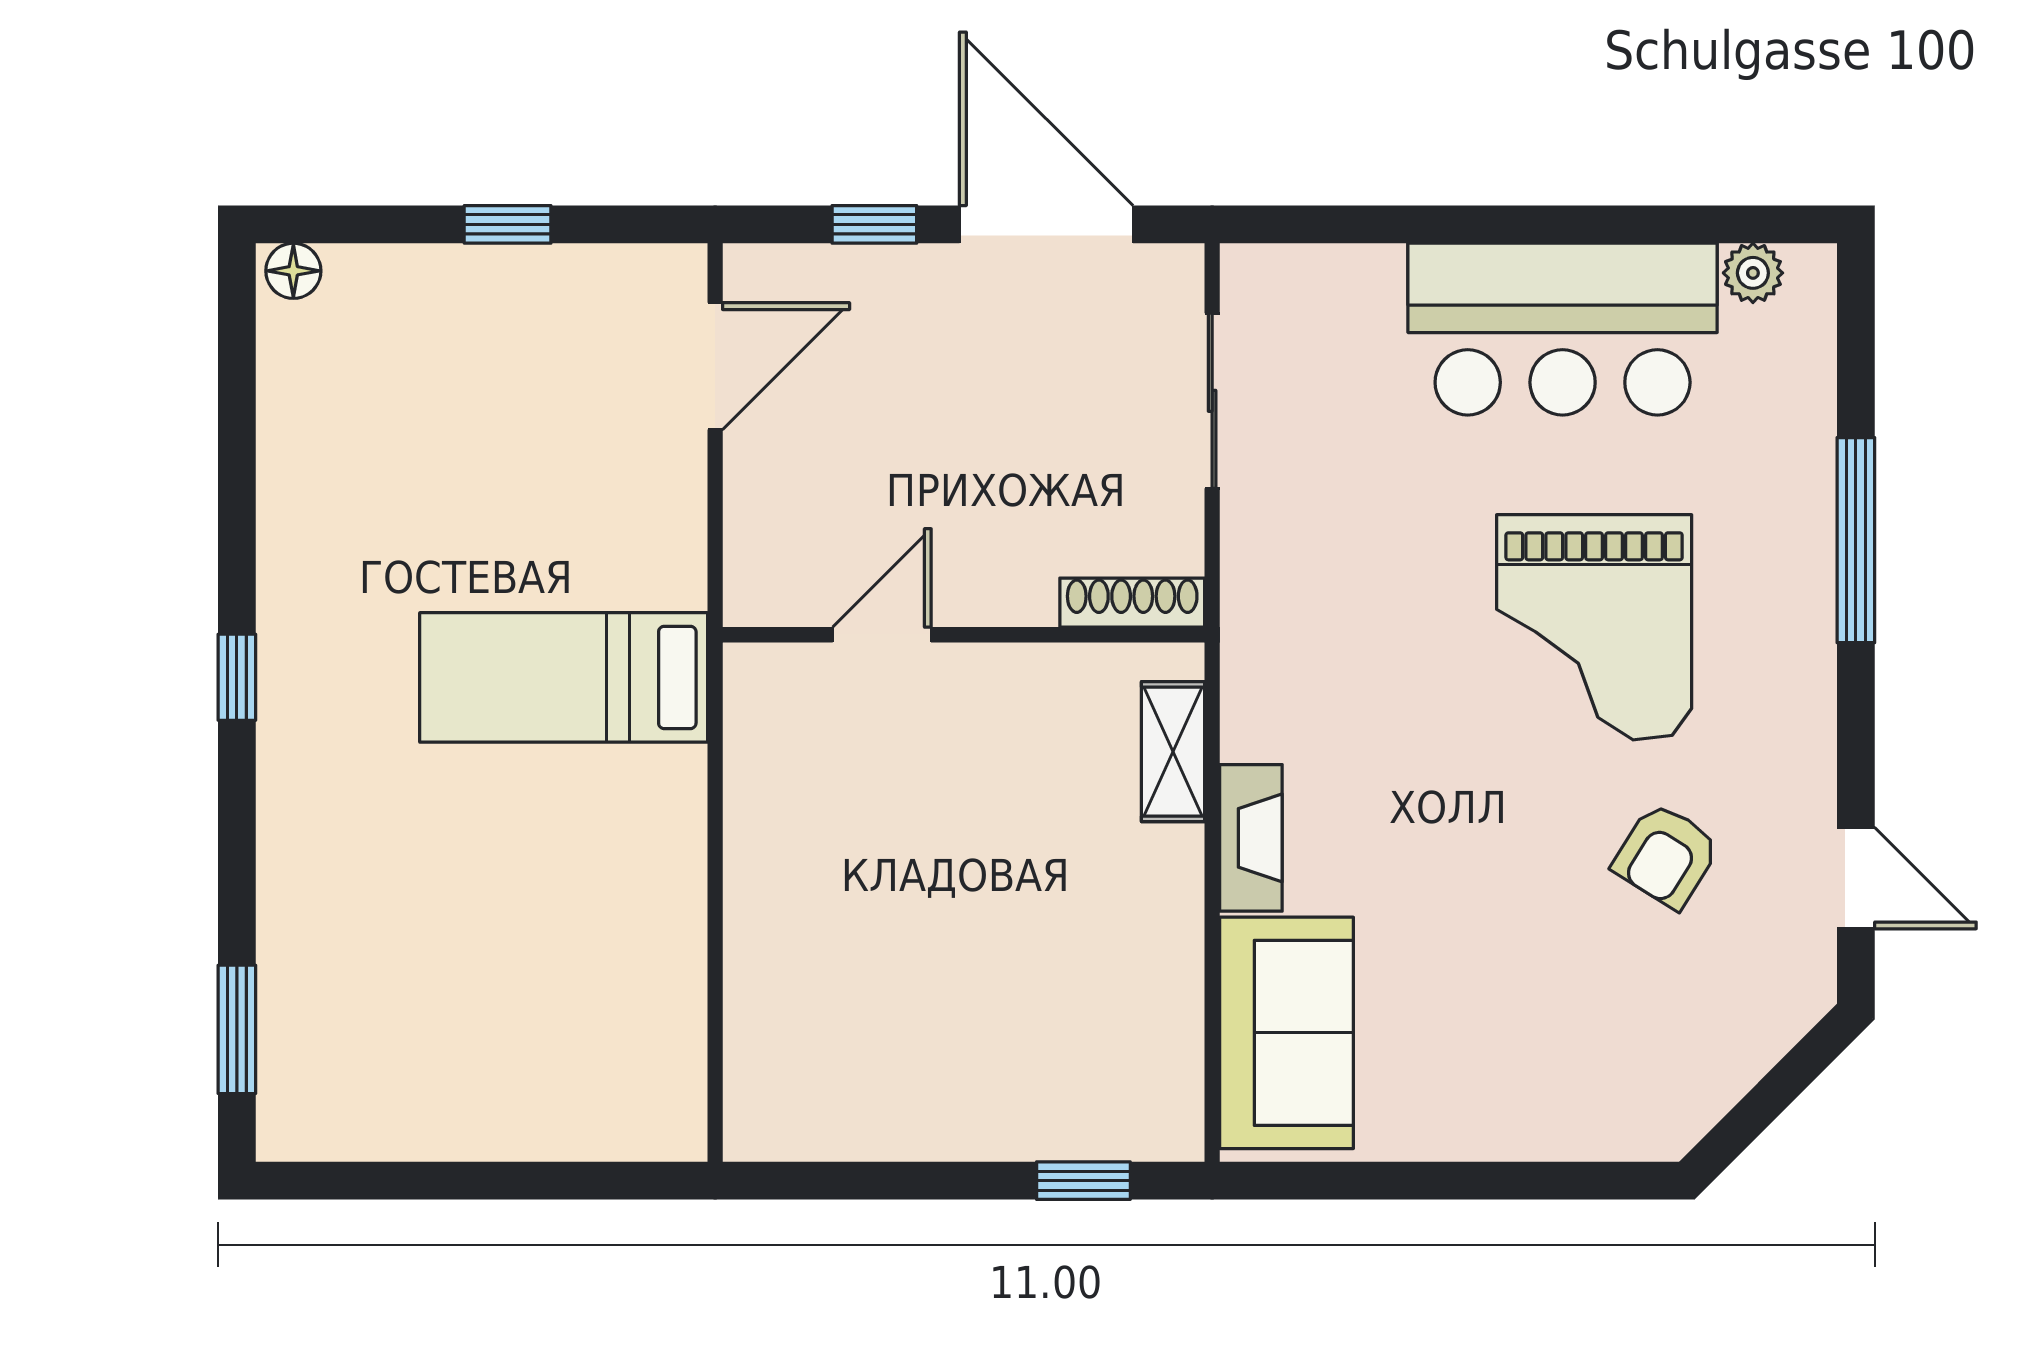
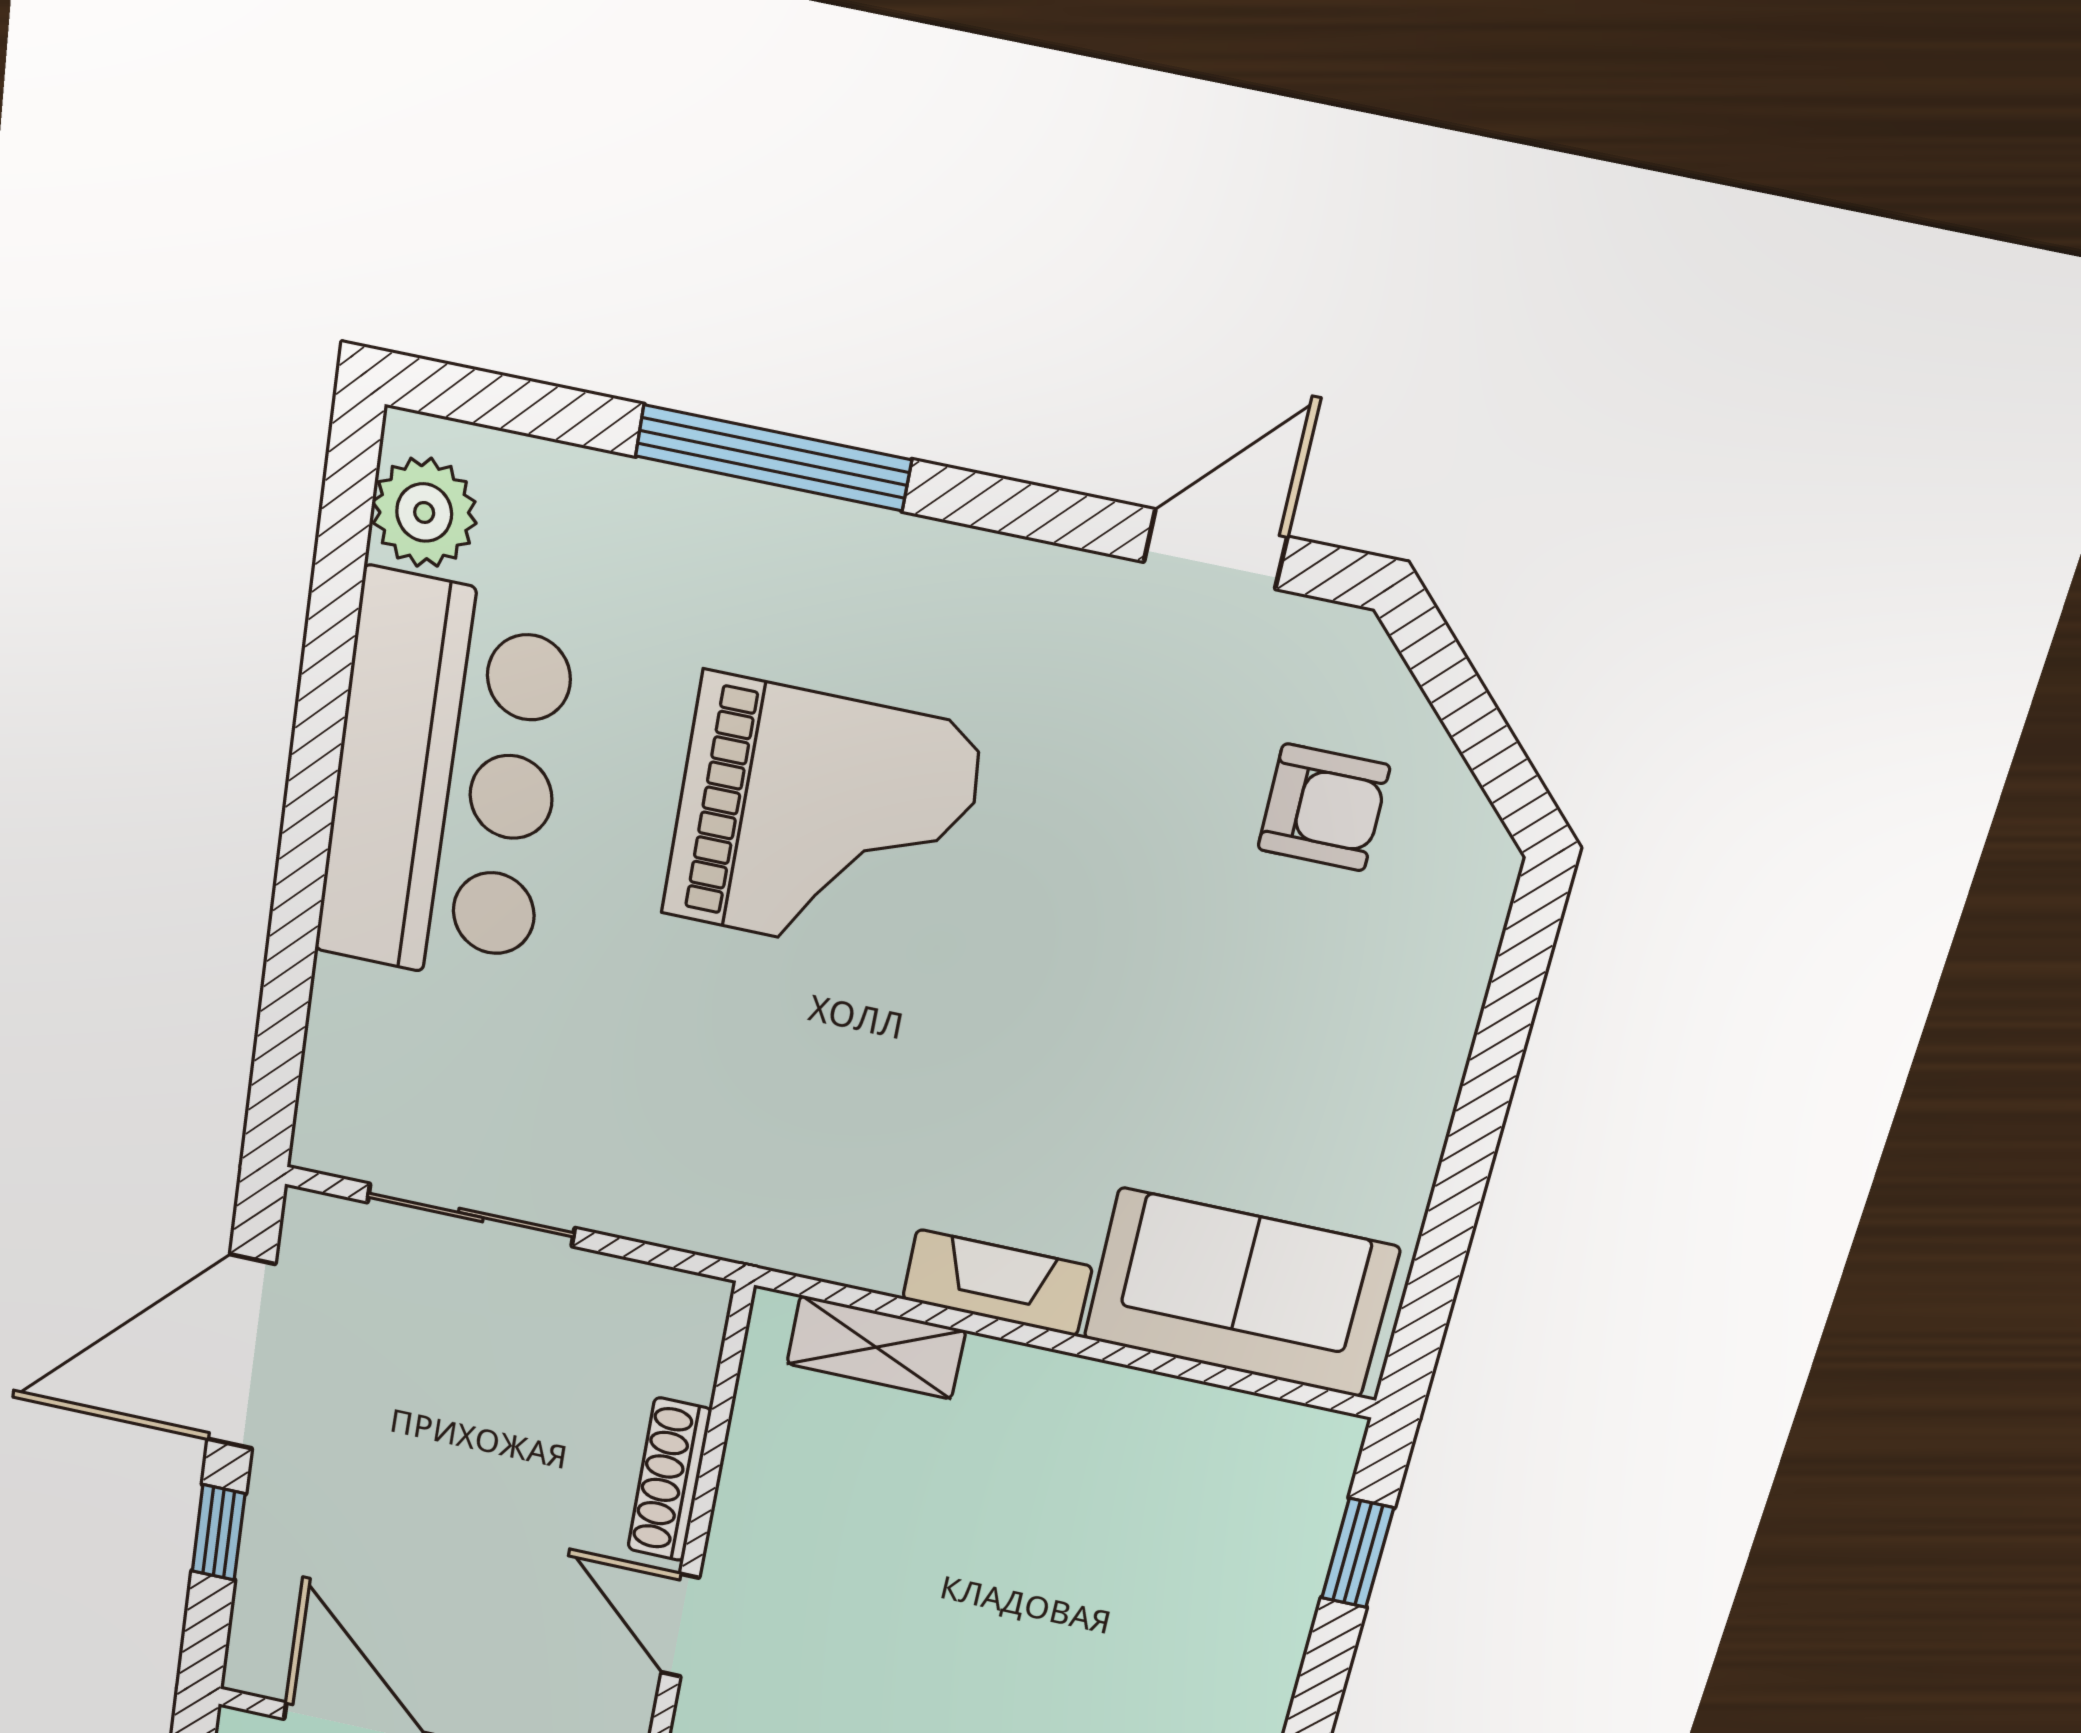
plant: (1753, 273) -> (424, 512), width x1.38, depth x1.38
shoe rack: (1132, 603) -> (669, 1480), moved
armchair: (1666, 856) -> (1324, 807), moved, turned -32

